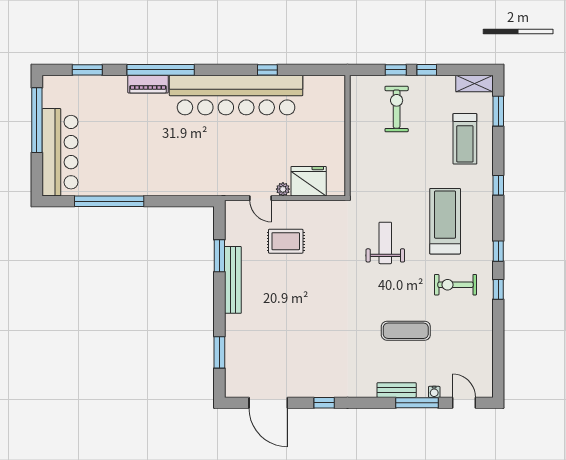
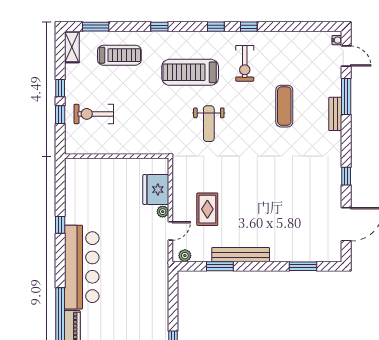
bar counter: (236, 95) -> (82, 267), width x0.73
plant: (232, 215) -> (185, 256), added
weight bench: (385, 243) -> (209, 124), turned -90
water cooler: (434, 392) -> (337, 40), moved
door: (464, 403) -> (346, 56), swing flipped

